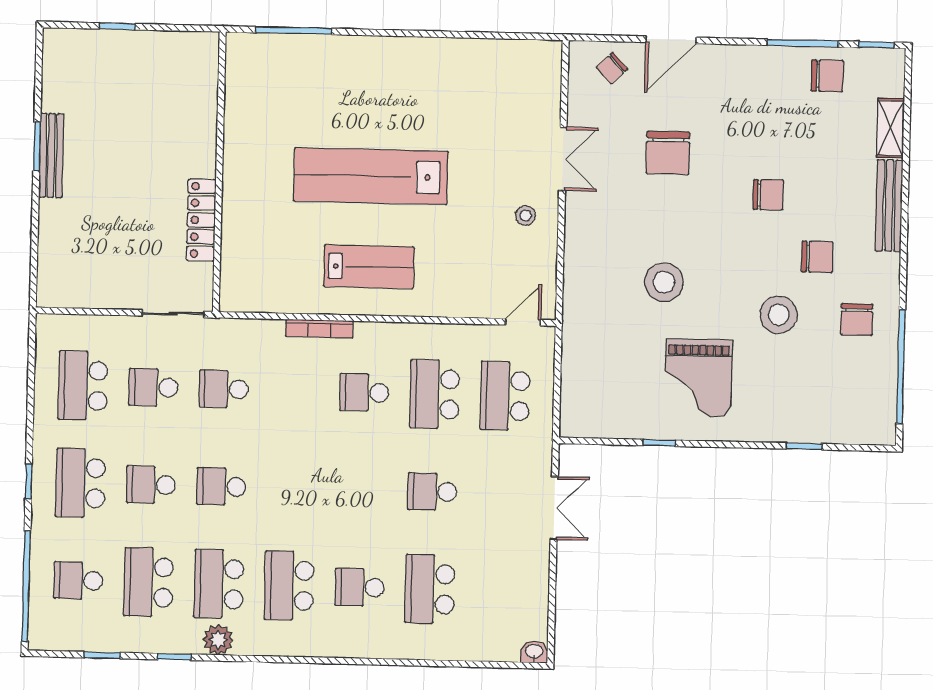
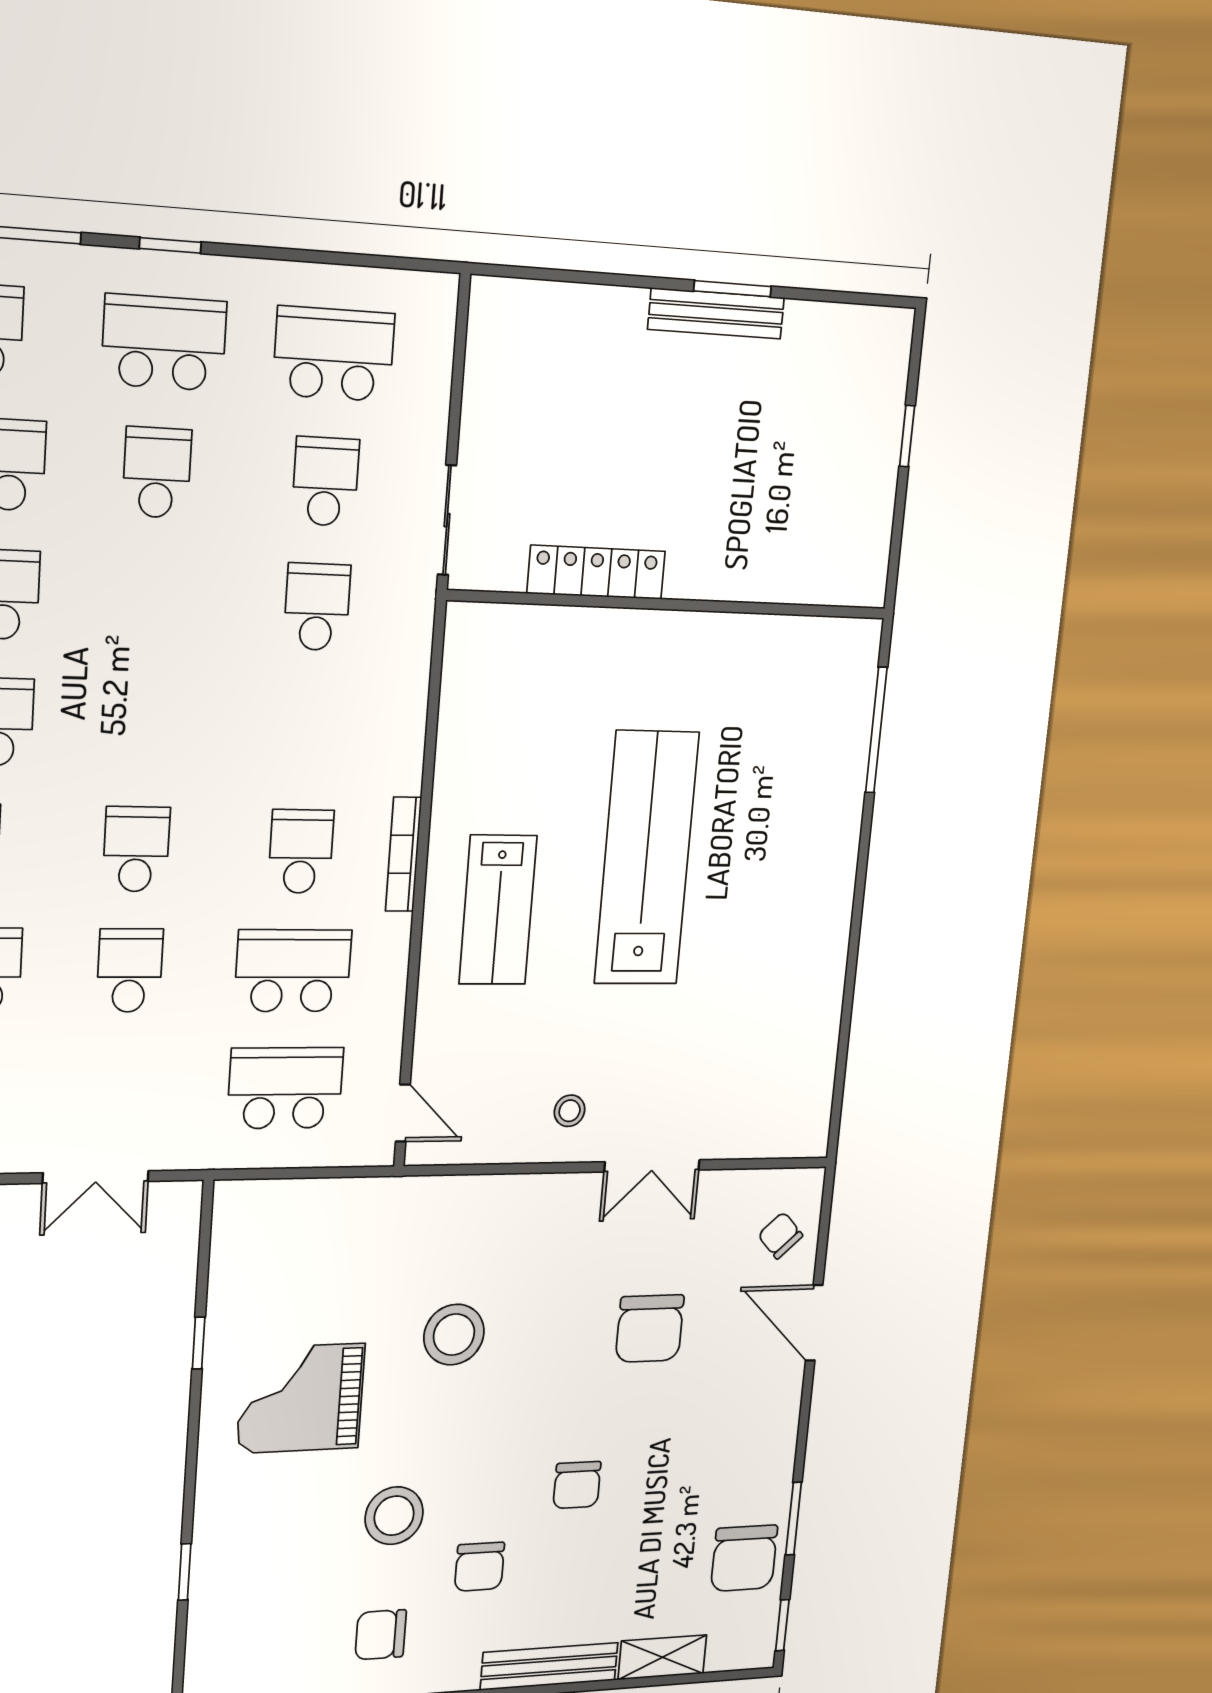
window: (803, 43) -> (794, 1519), width x0.69
chair: (827, 76) -> (744, 1558), width x1.37, depth x1.37
chair: (668, 153) -> (650, 1328), turned -90
lab bench: (369, 267) -> (498, 910), moved
bookcase: (319, 329) -> (403, 854), moved
school desk: (221, 486) -> (136, 849), moved

